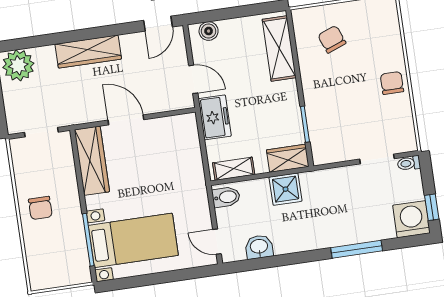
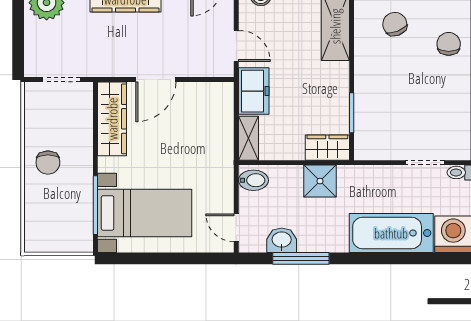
chair: (392, 83) -> (449, 44), moved
door: (126, 120) -> (156, 80), swing flipped
shelving: (234, 169) -> (248, 138), moved, turned 90
bathtub: (356, 226) -> (391, 233), added
window: (357, 249) -> (301, 258), moved

